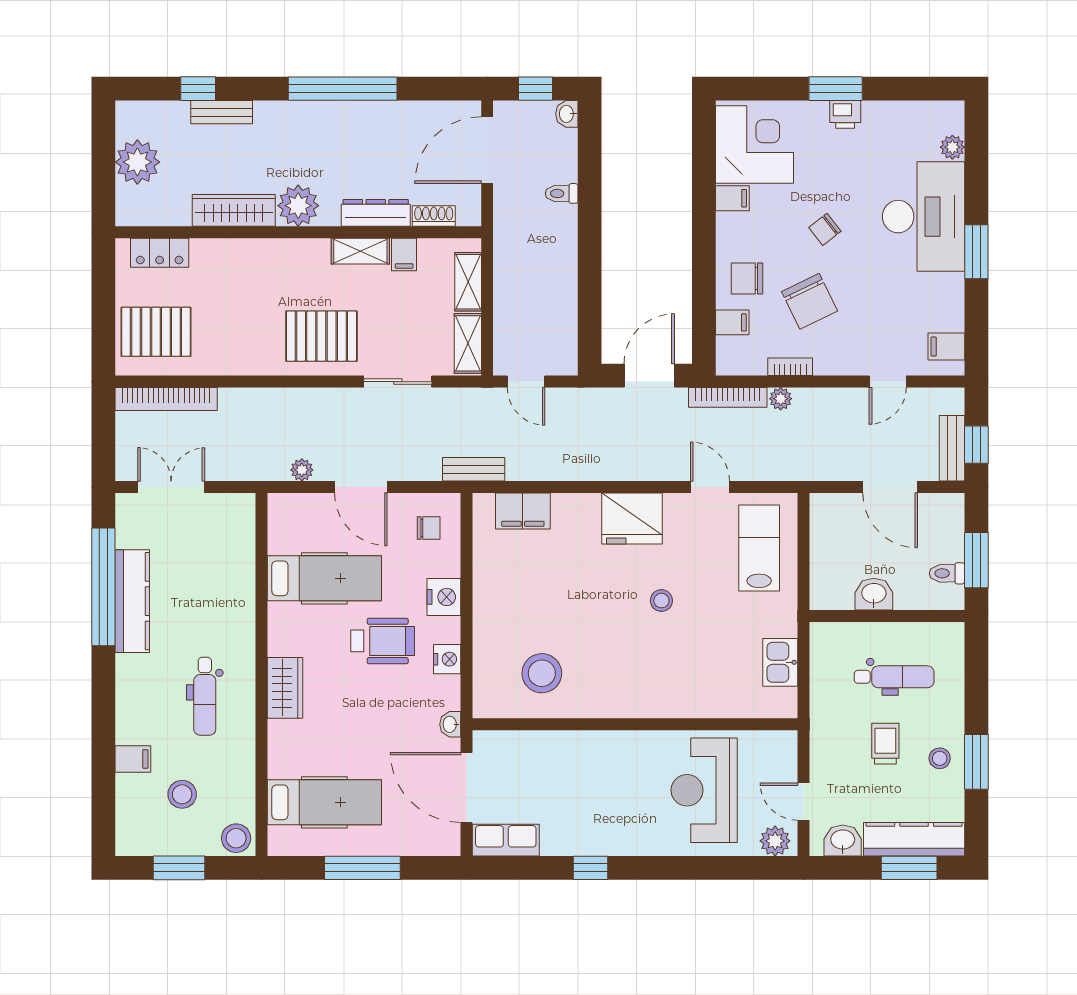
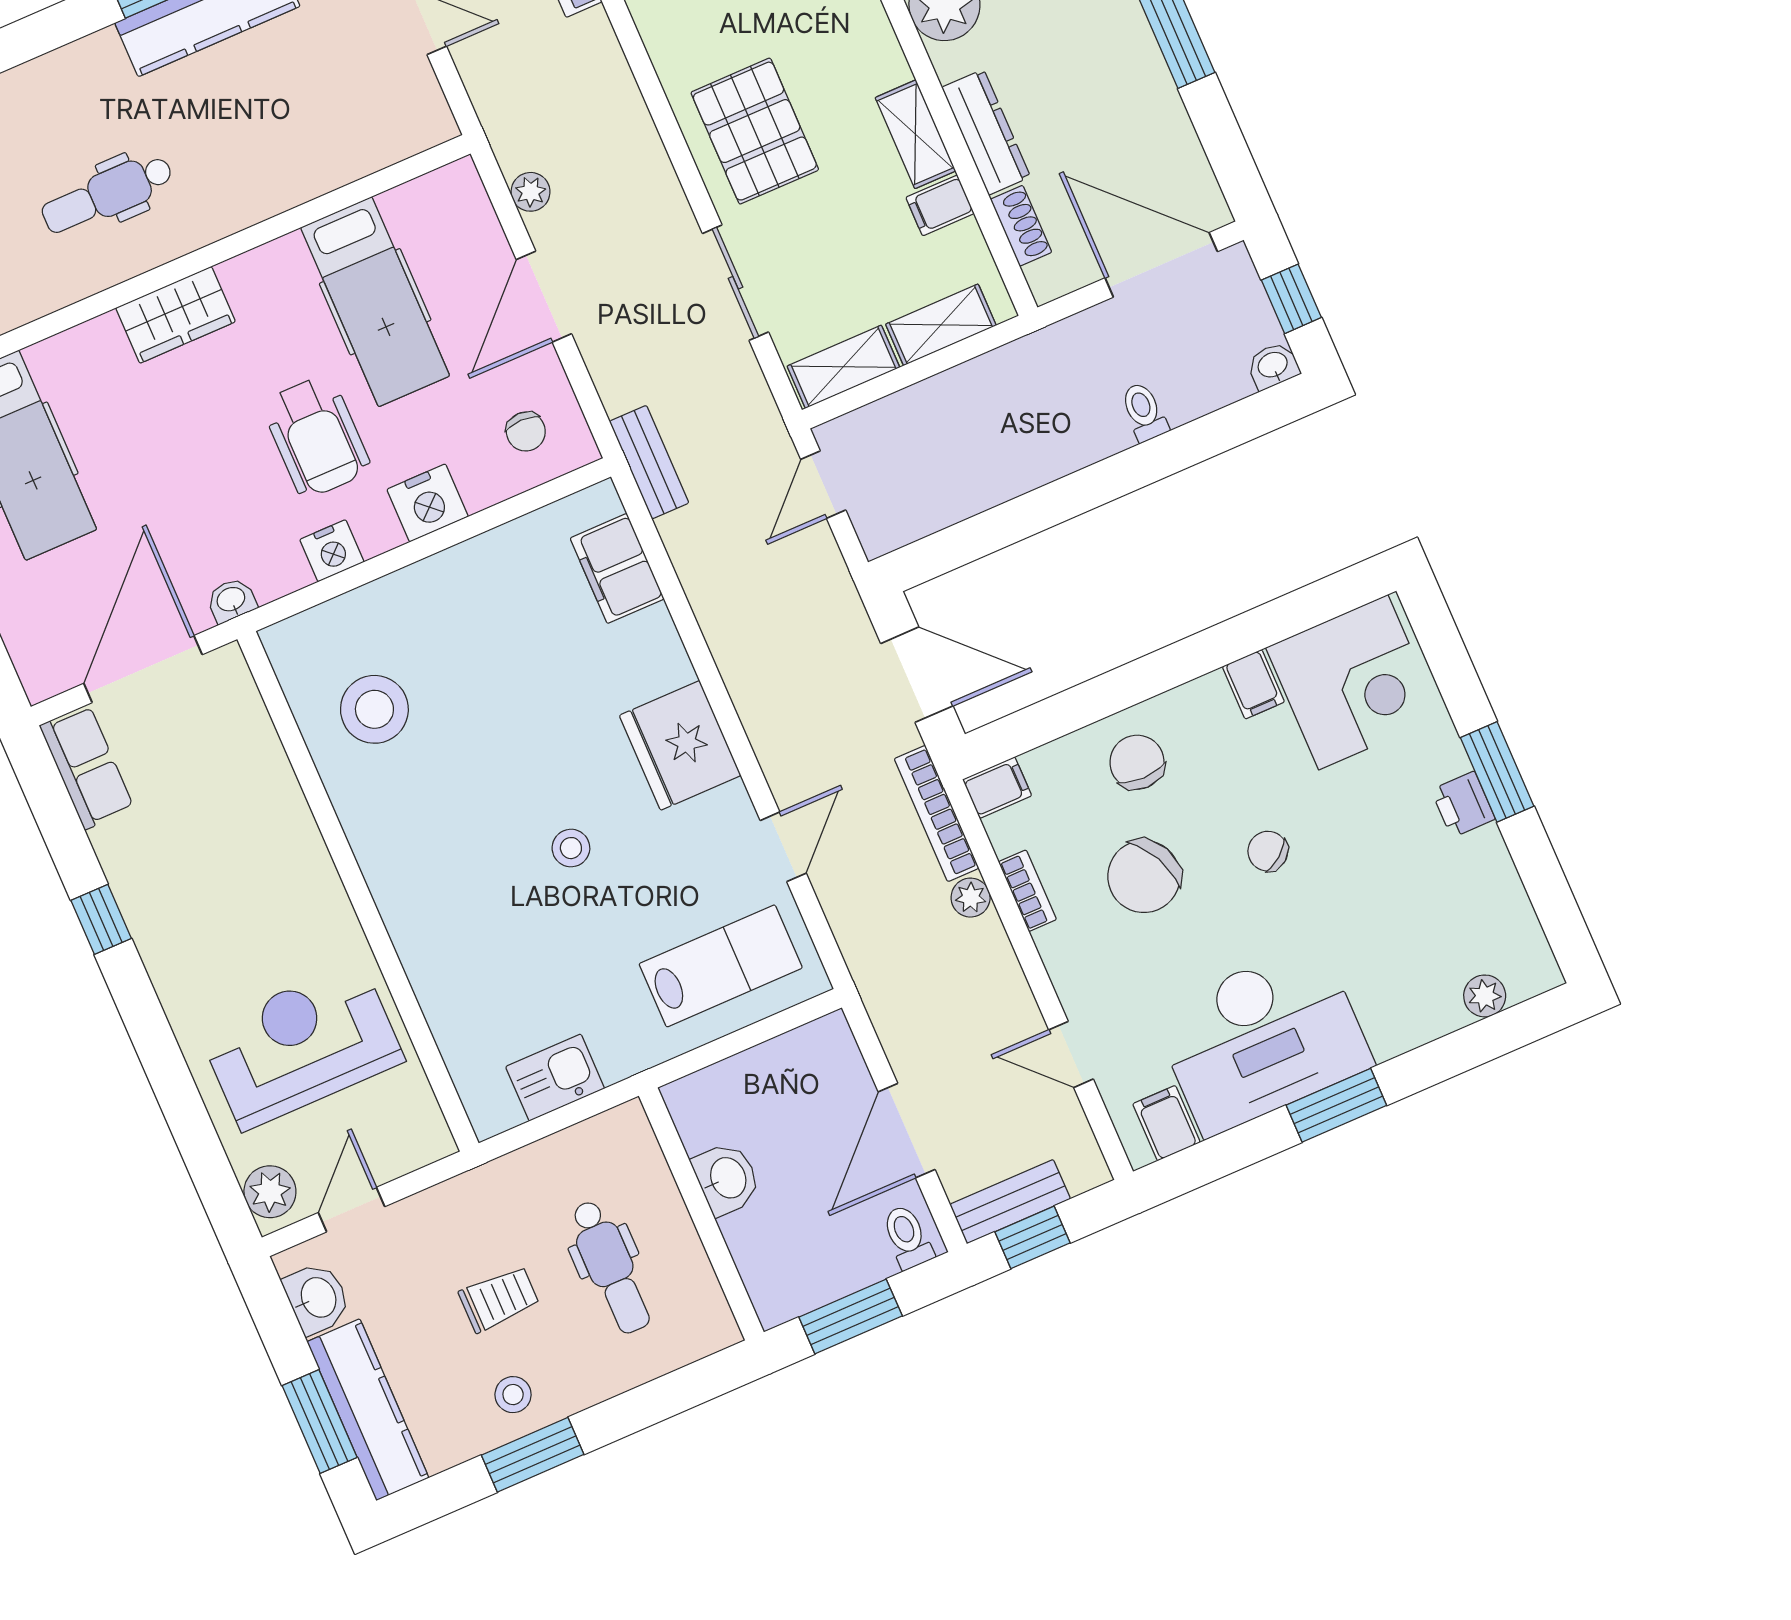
desk: (924, 217) -> (1262, 1039), moved
filing cabinet: (732, 322) -> (997, 788), moved, turned -90
toilet: (947, 573) -> (907, 1237), moved

